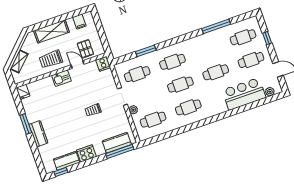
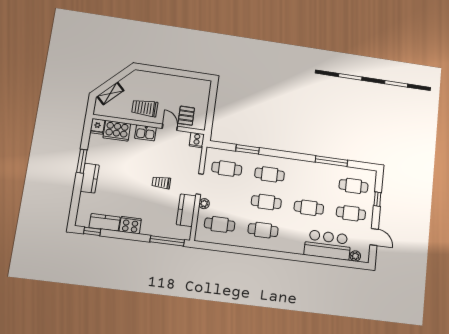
filing cabinet: (79, 22) -> (194, 85), removed
shelving: (51, 31) -> (160, 81), removed
cooker: (39, 88) -> (117, 131), added
kitchen counter: (117, 143) -> (186, 210), moved, turned -90

